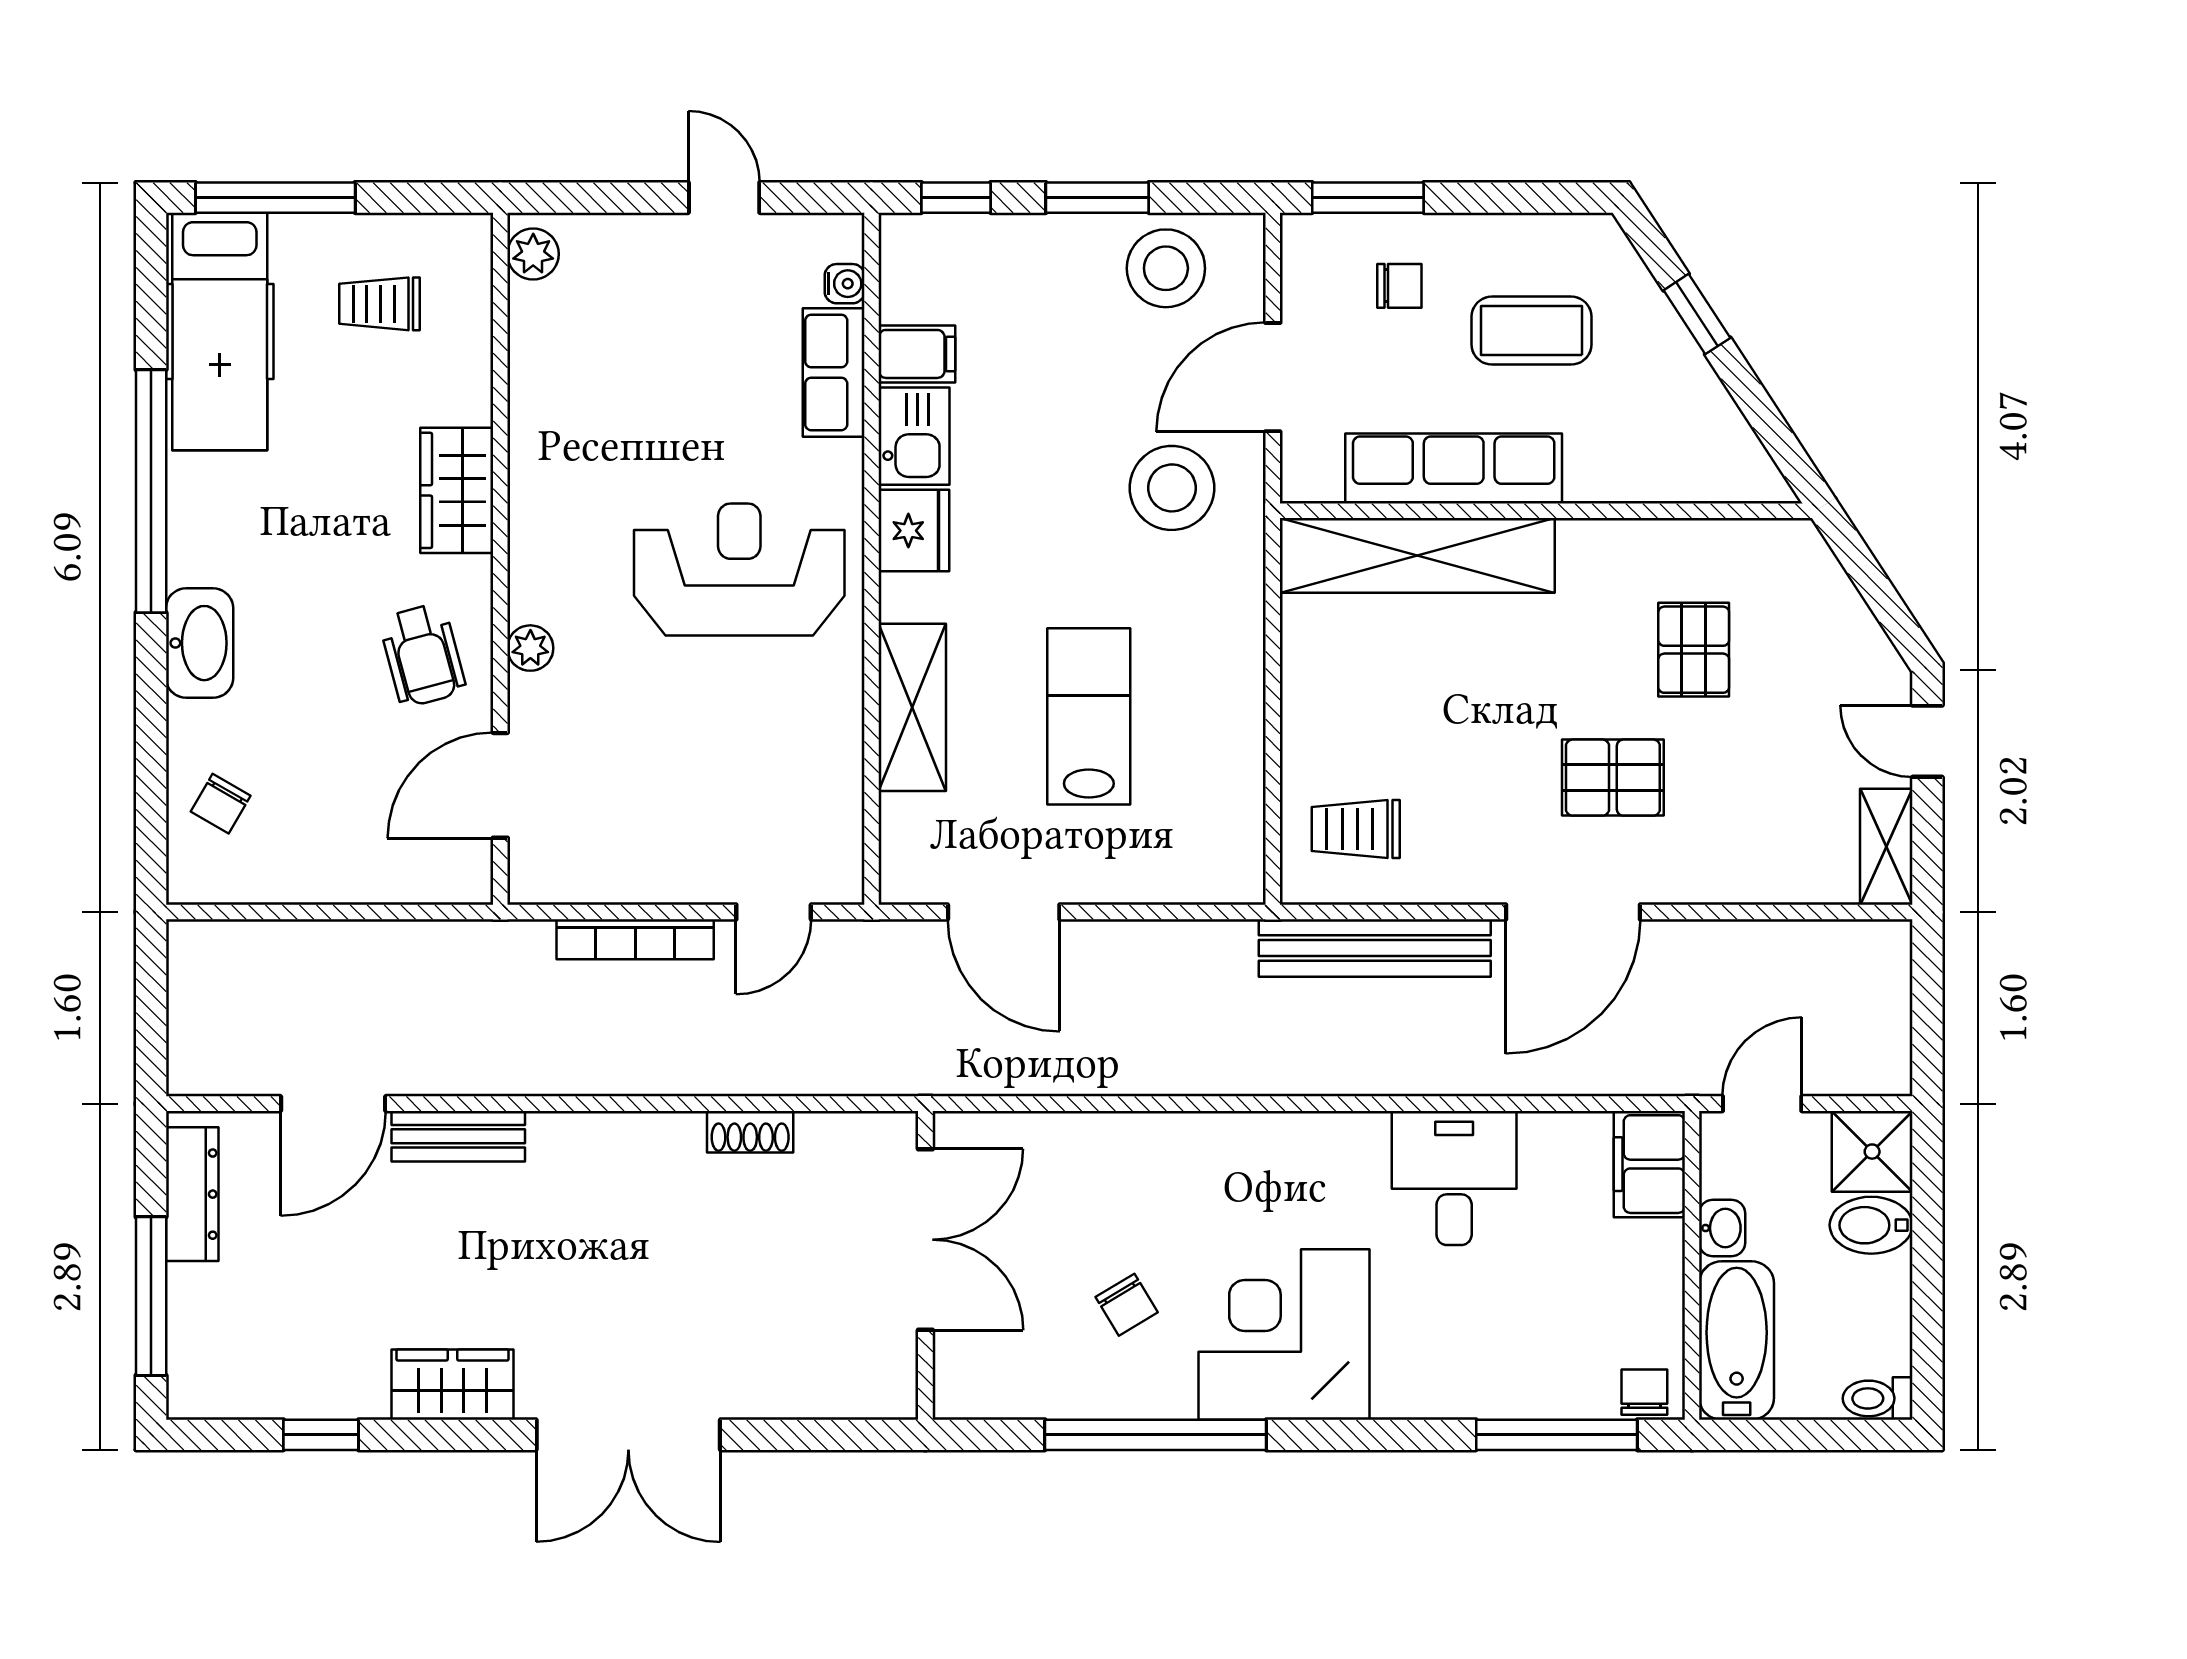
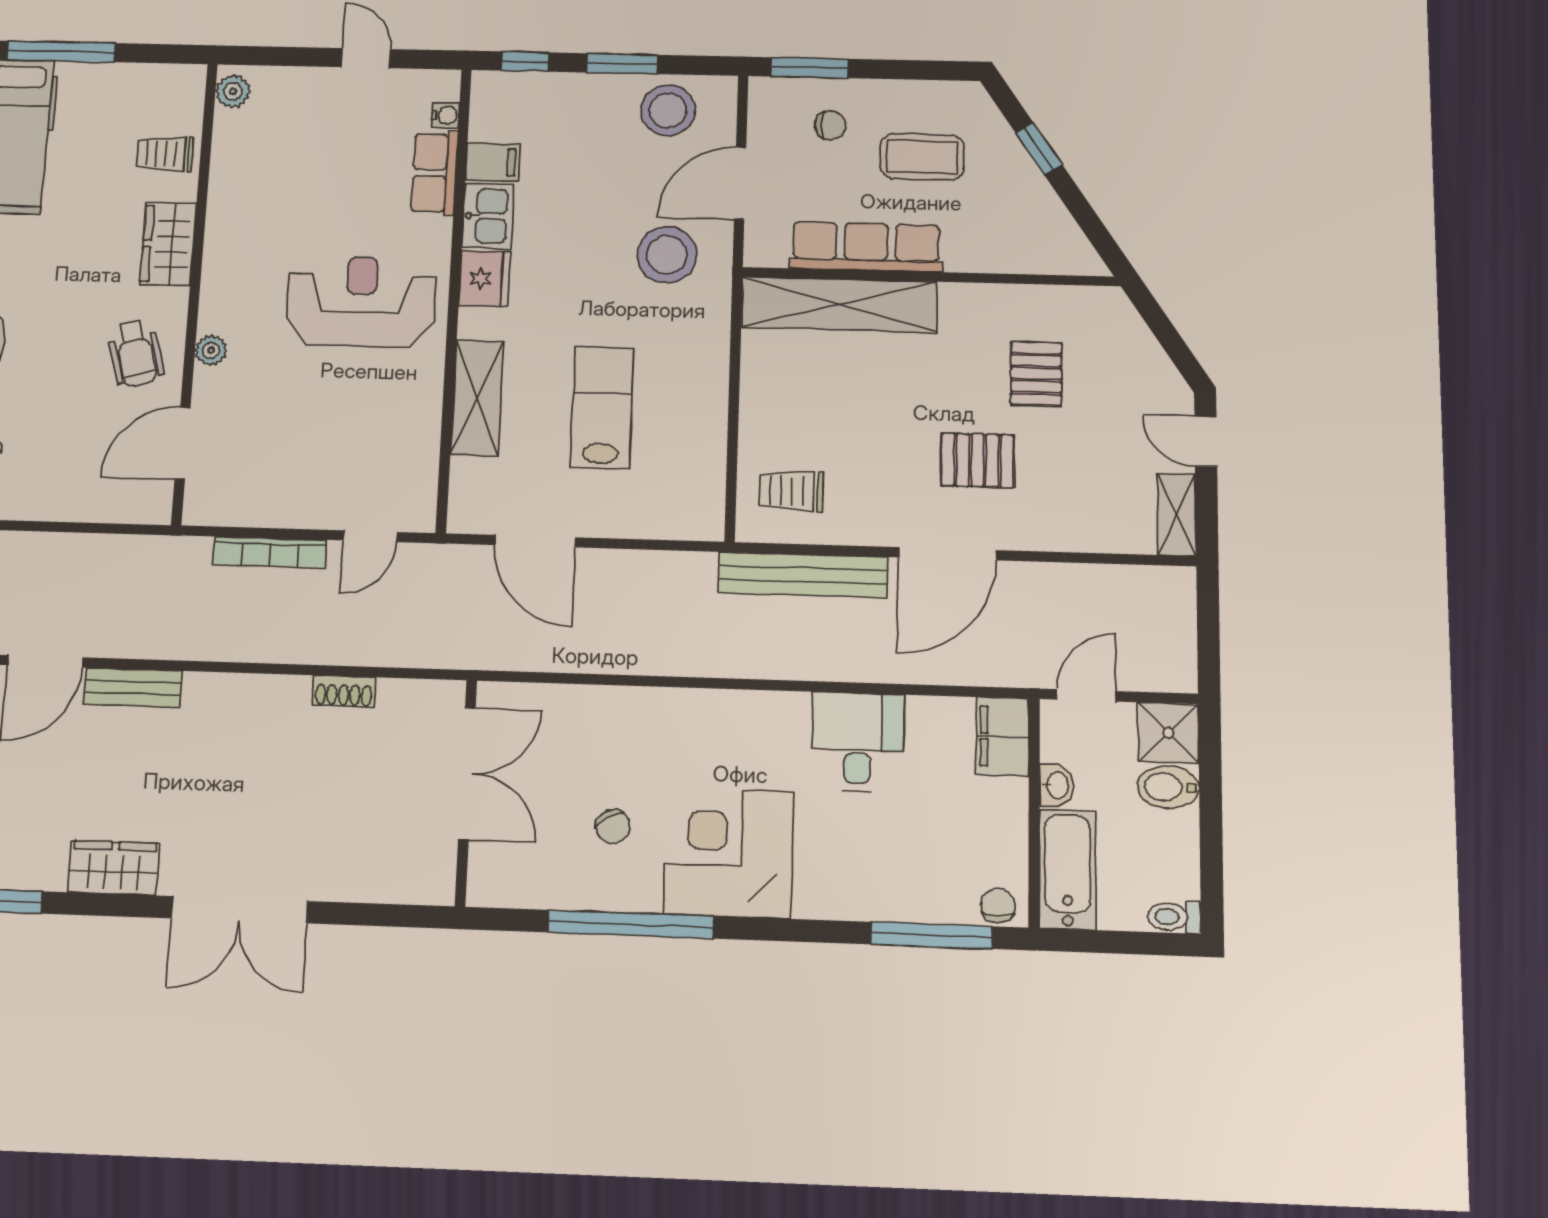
trolley: (379, 304) -> (165, 154), moved

